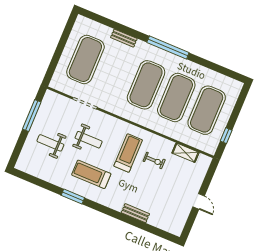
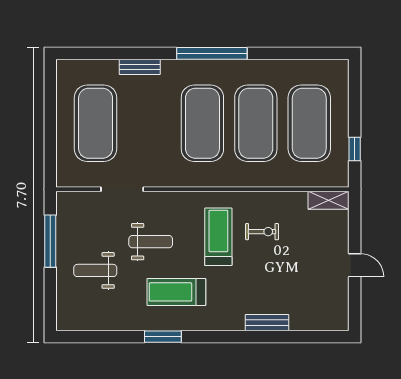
shelving: (185, 153) -> (329, 200), moved

